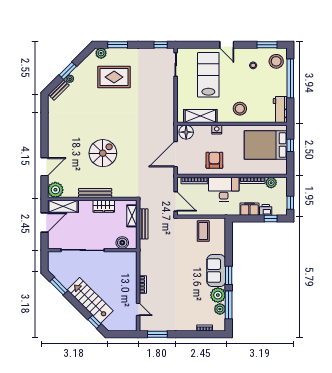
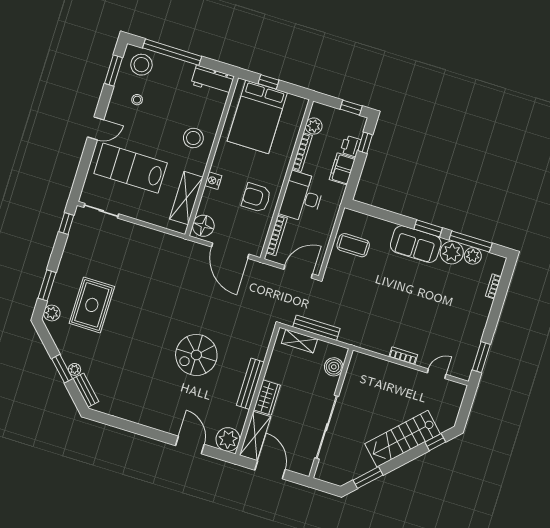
spiral stairs: (103, 153) -> (196, 355), turned -90
wardrobe: (104, 206) -> (267, 398), moved

